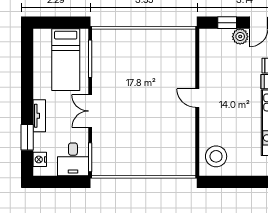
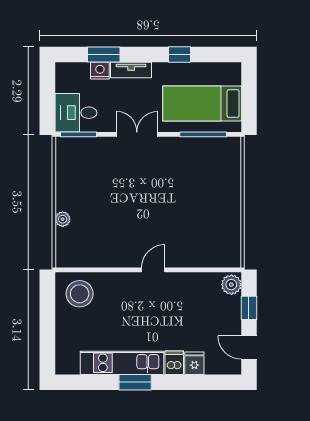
plant: (240, 37) -> (231, 285), moved
window: (27, 77) -> (180, 55), added
nightstand: (40, 159) -> (100, 71), moved
plant: (157, 170) -> (63, 219), added

